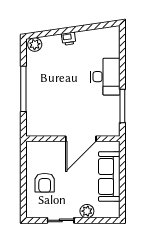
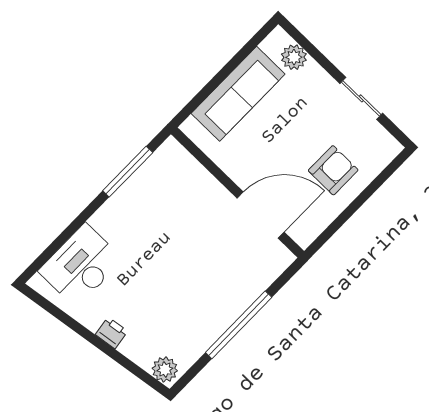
desk: (105, 77) -> (81, 265), moved
door: (81, 139) -> (261, 215), moved
plant: (87, 211) -> (294, 57), moved

